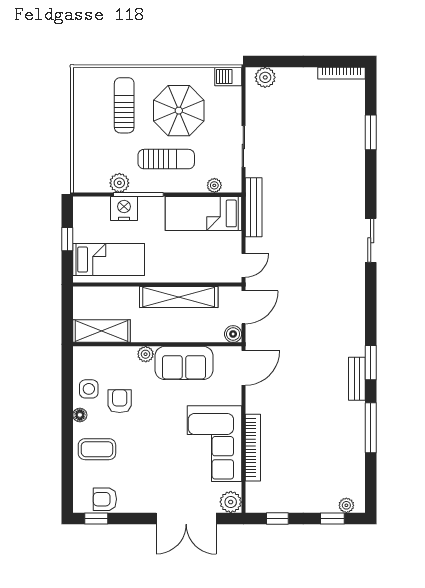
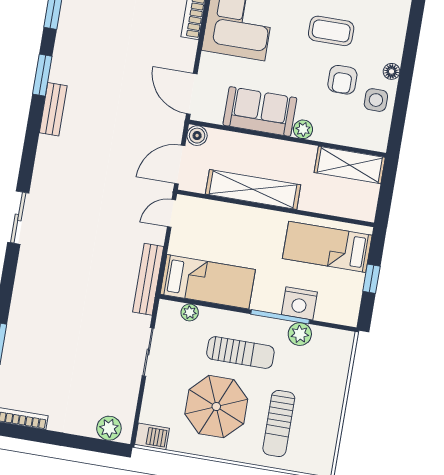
sun lounger: (166, 159) -> (240, 353), turned 180
door: (243, 368) -> (192, 94), hinge flipped
bench: (357, 379) -> (53, 109), moved
coffee table: (97, 449) -> (331, 31), moved

